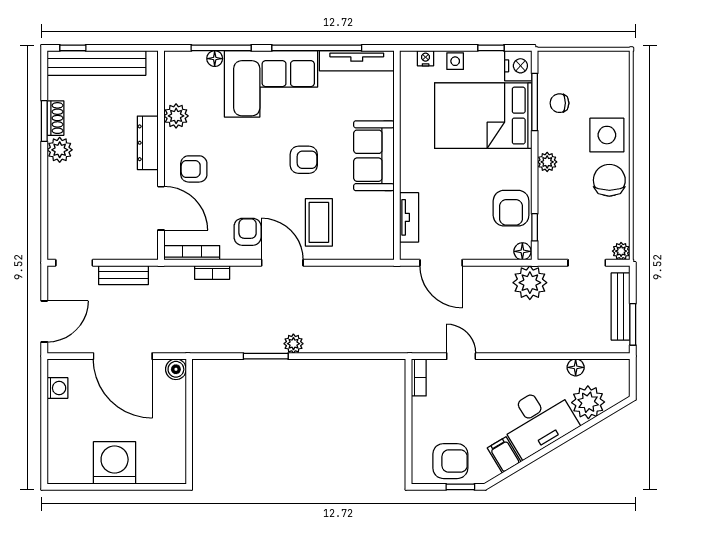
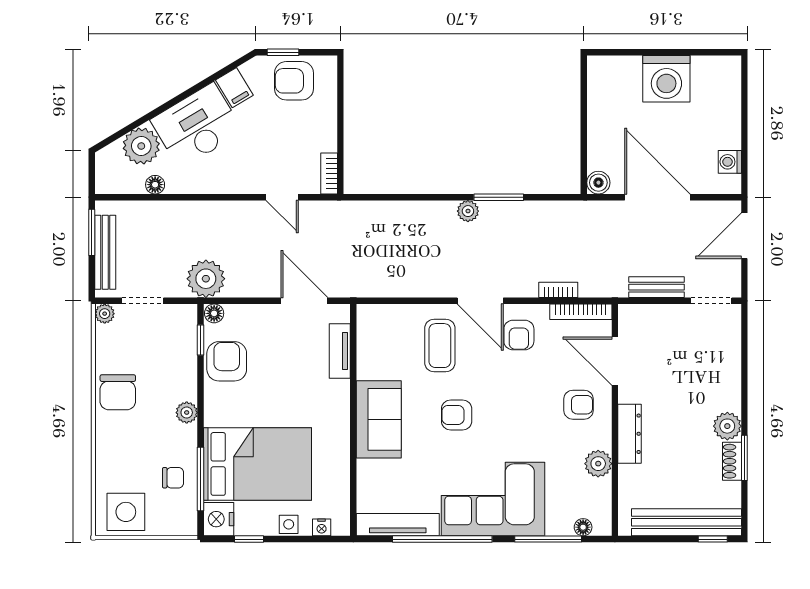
floor lamp: (215, 59) -> (583, 527), moved
side table: (607, 135) -> (126, 512), moved

